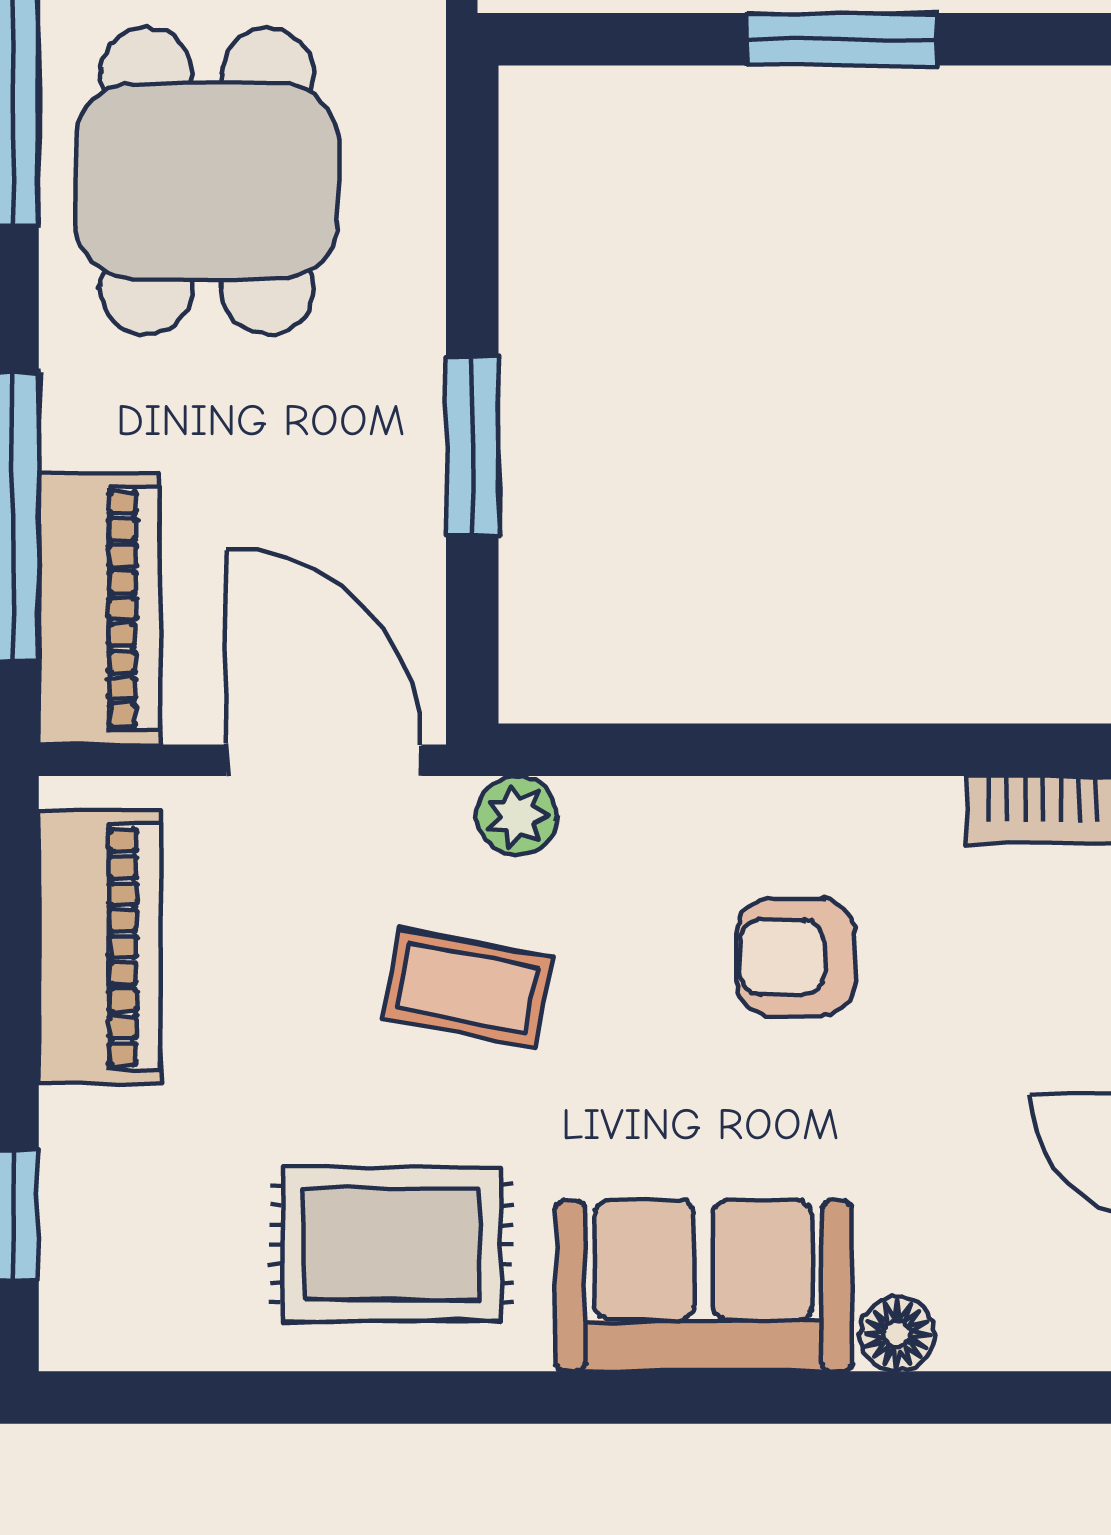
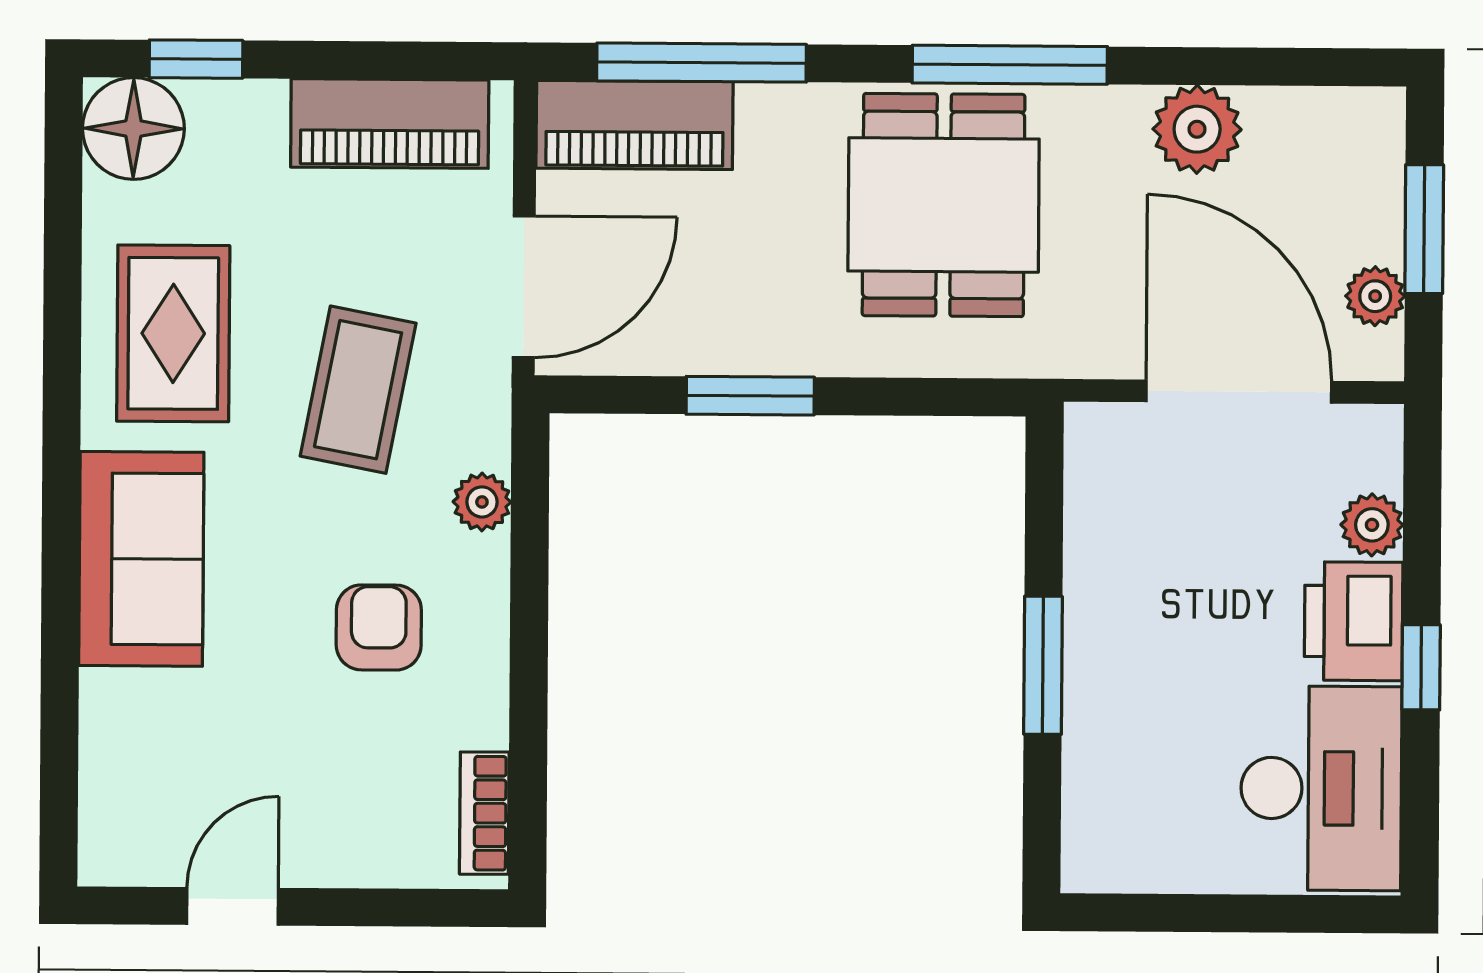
dining table: (207, 181) -> (944, 205), turned 90
plant: (517, 816) -> (482, 502), moved
coffee table: (468, 988) -> (358, 390), width x1.36, depth x1.30
floor lamp: (897, 1334) -> (133, 128), moved, width x1.89, depth x1.89

